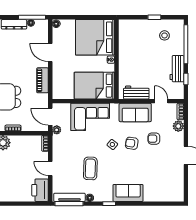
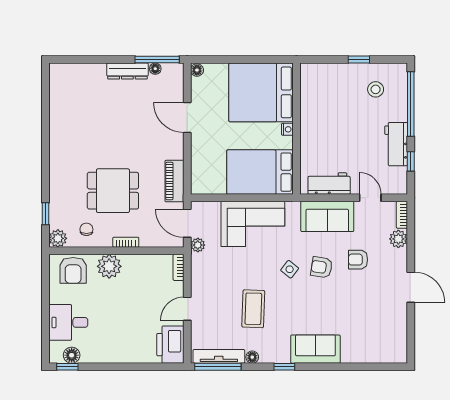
piano: (43, 80) -> (174, 181), moved
door: (50, 168) -> (187, 309), hinge flipped

